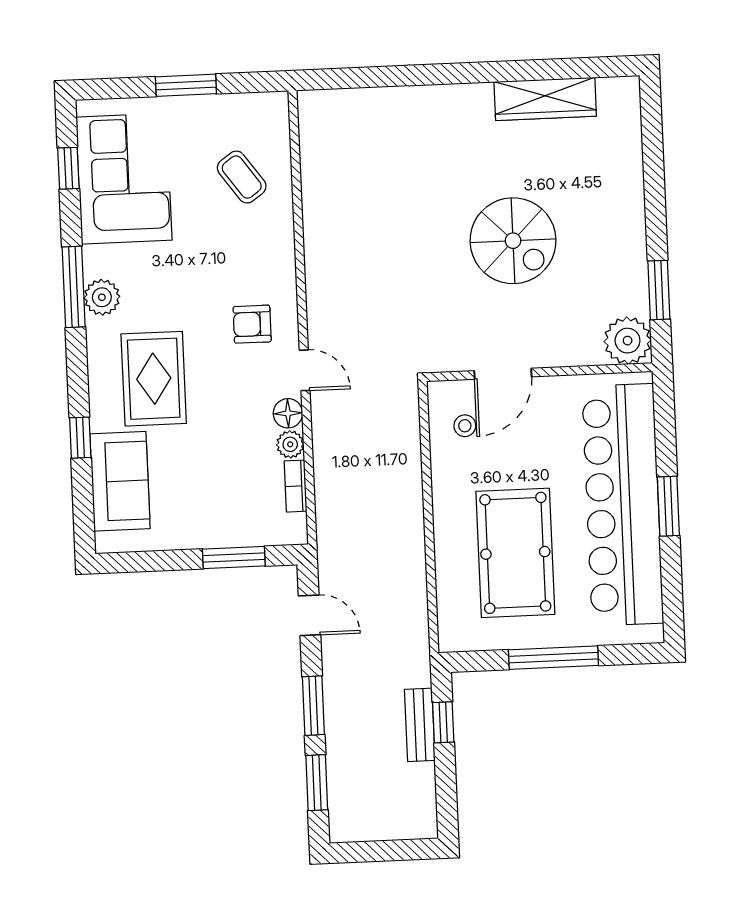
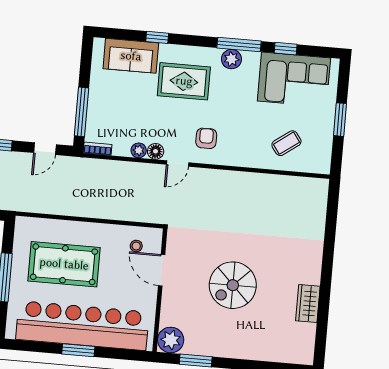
wardrobe: (545, 99) -> (308, 304), width x0.67
window: (68, 168) -> (286, 49), moved
bookcase: (296, 486) -> (98, 149), moved
window: (234, 558) -> (81, 112), width x1.44

